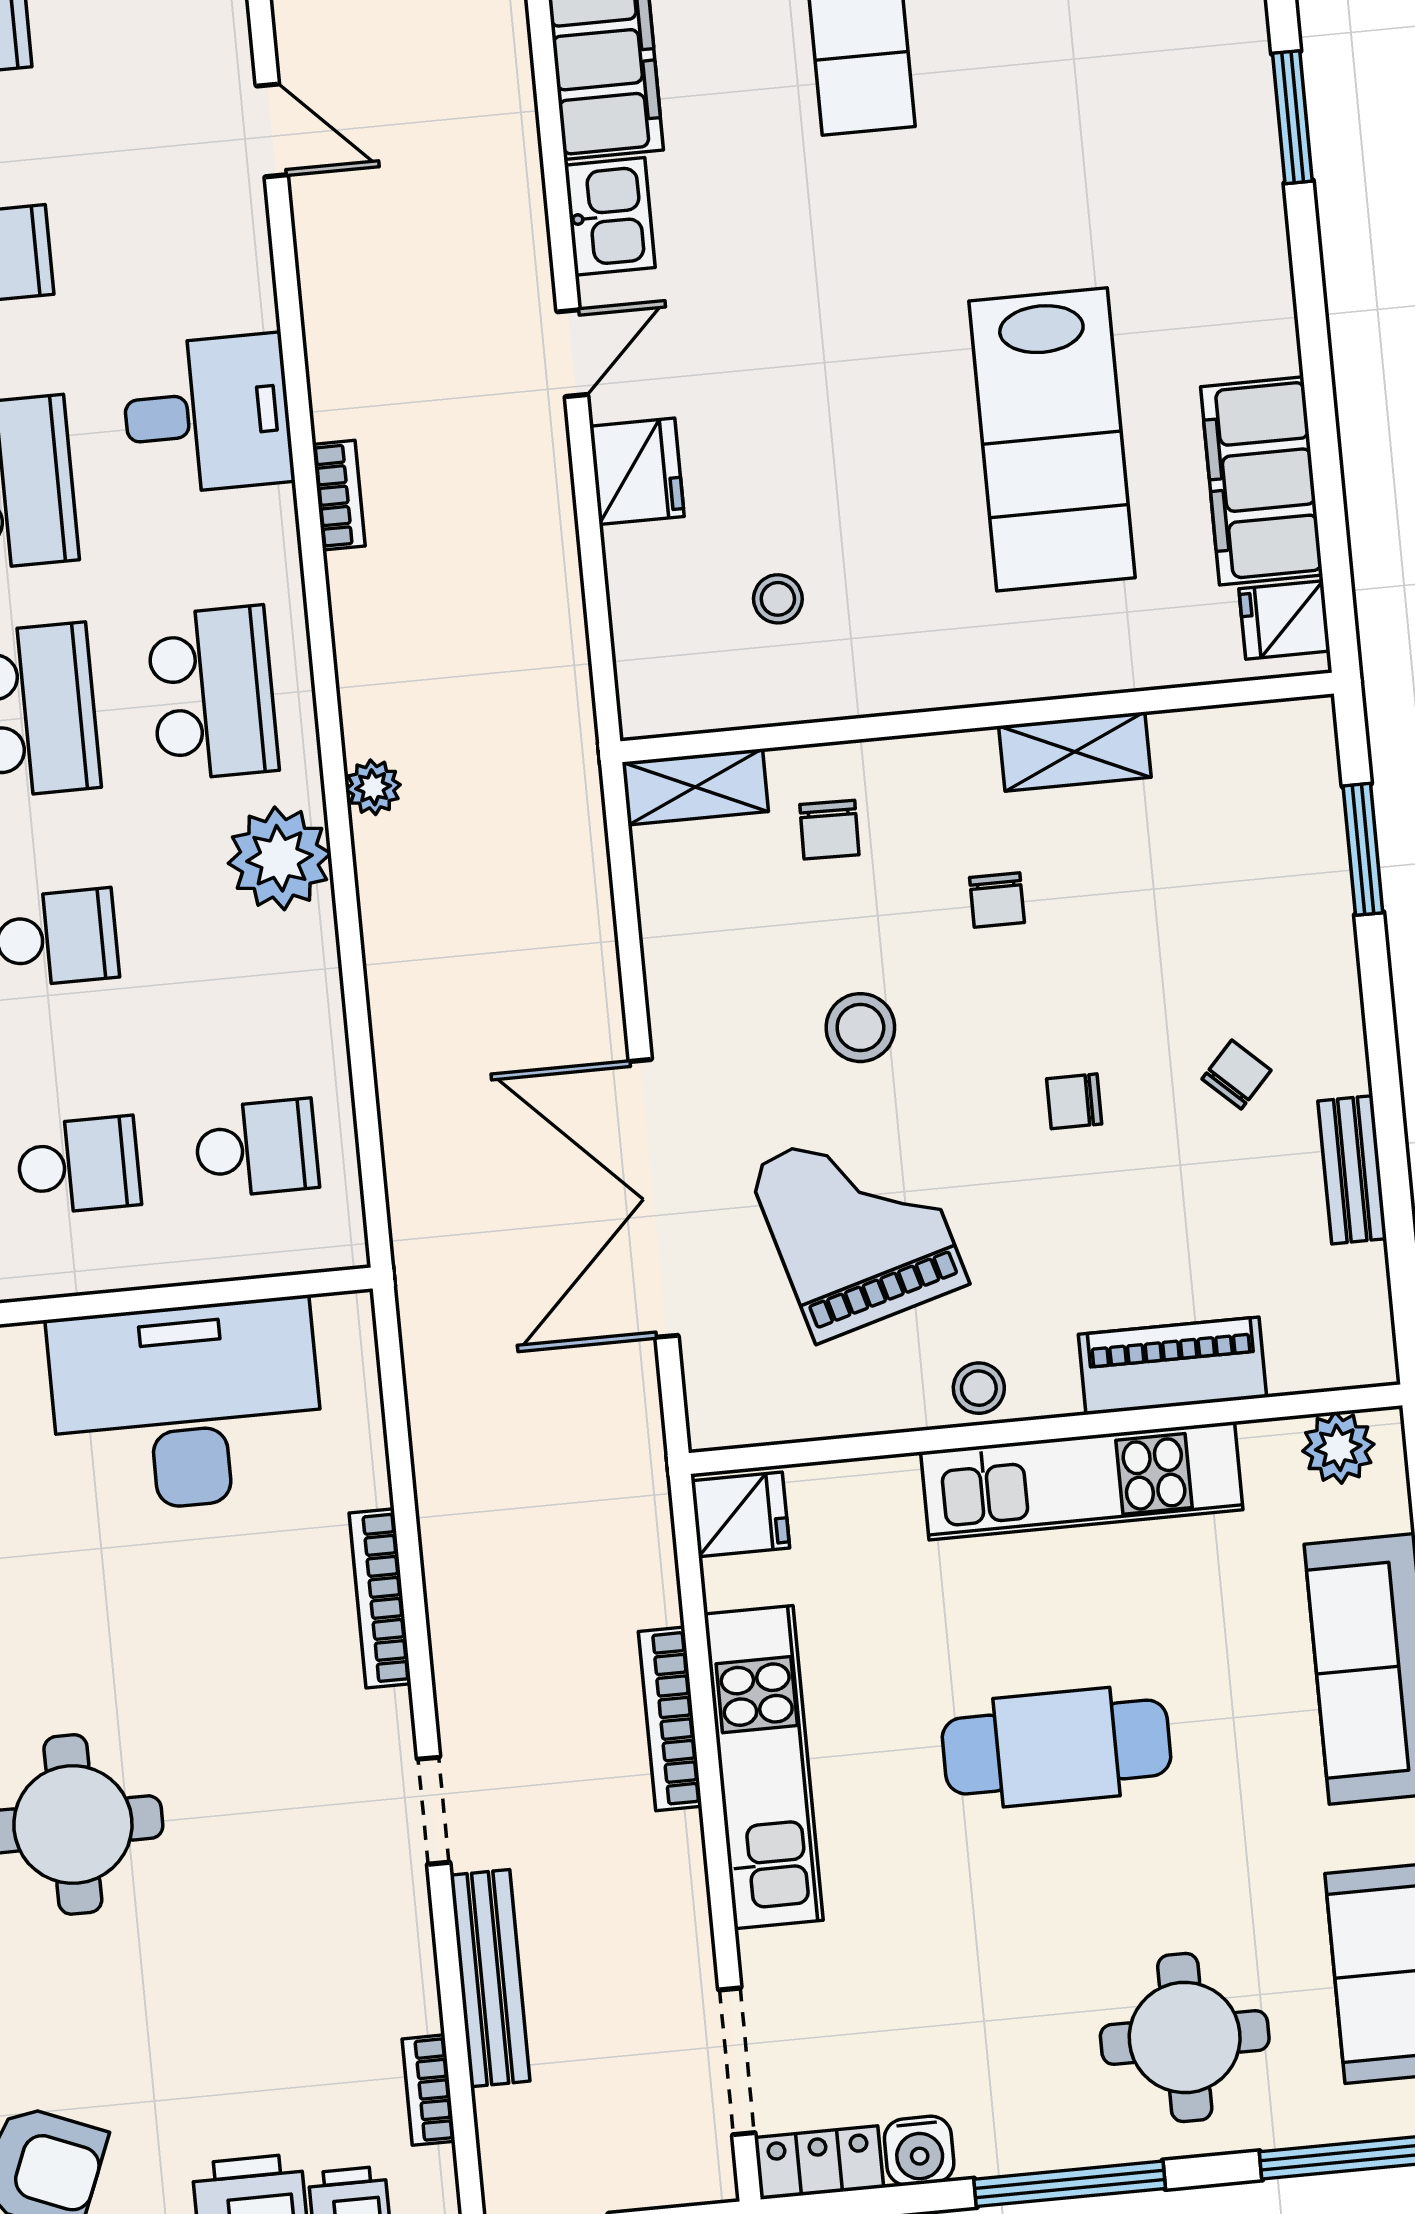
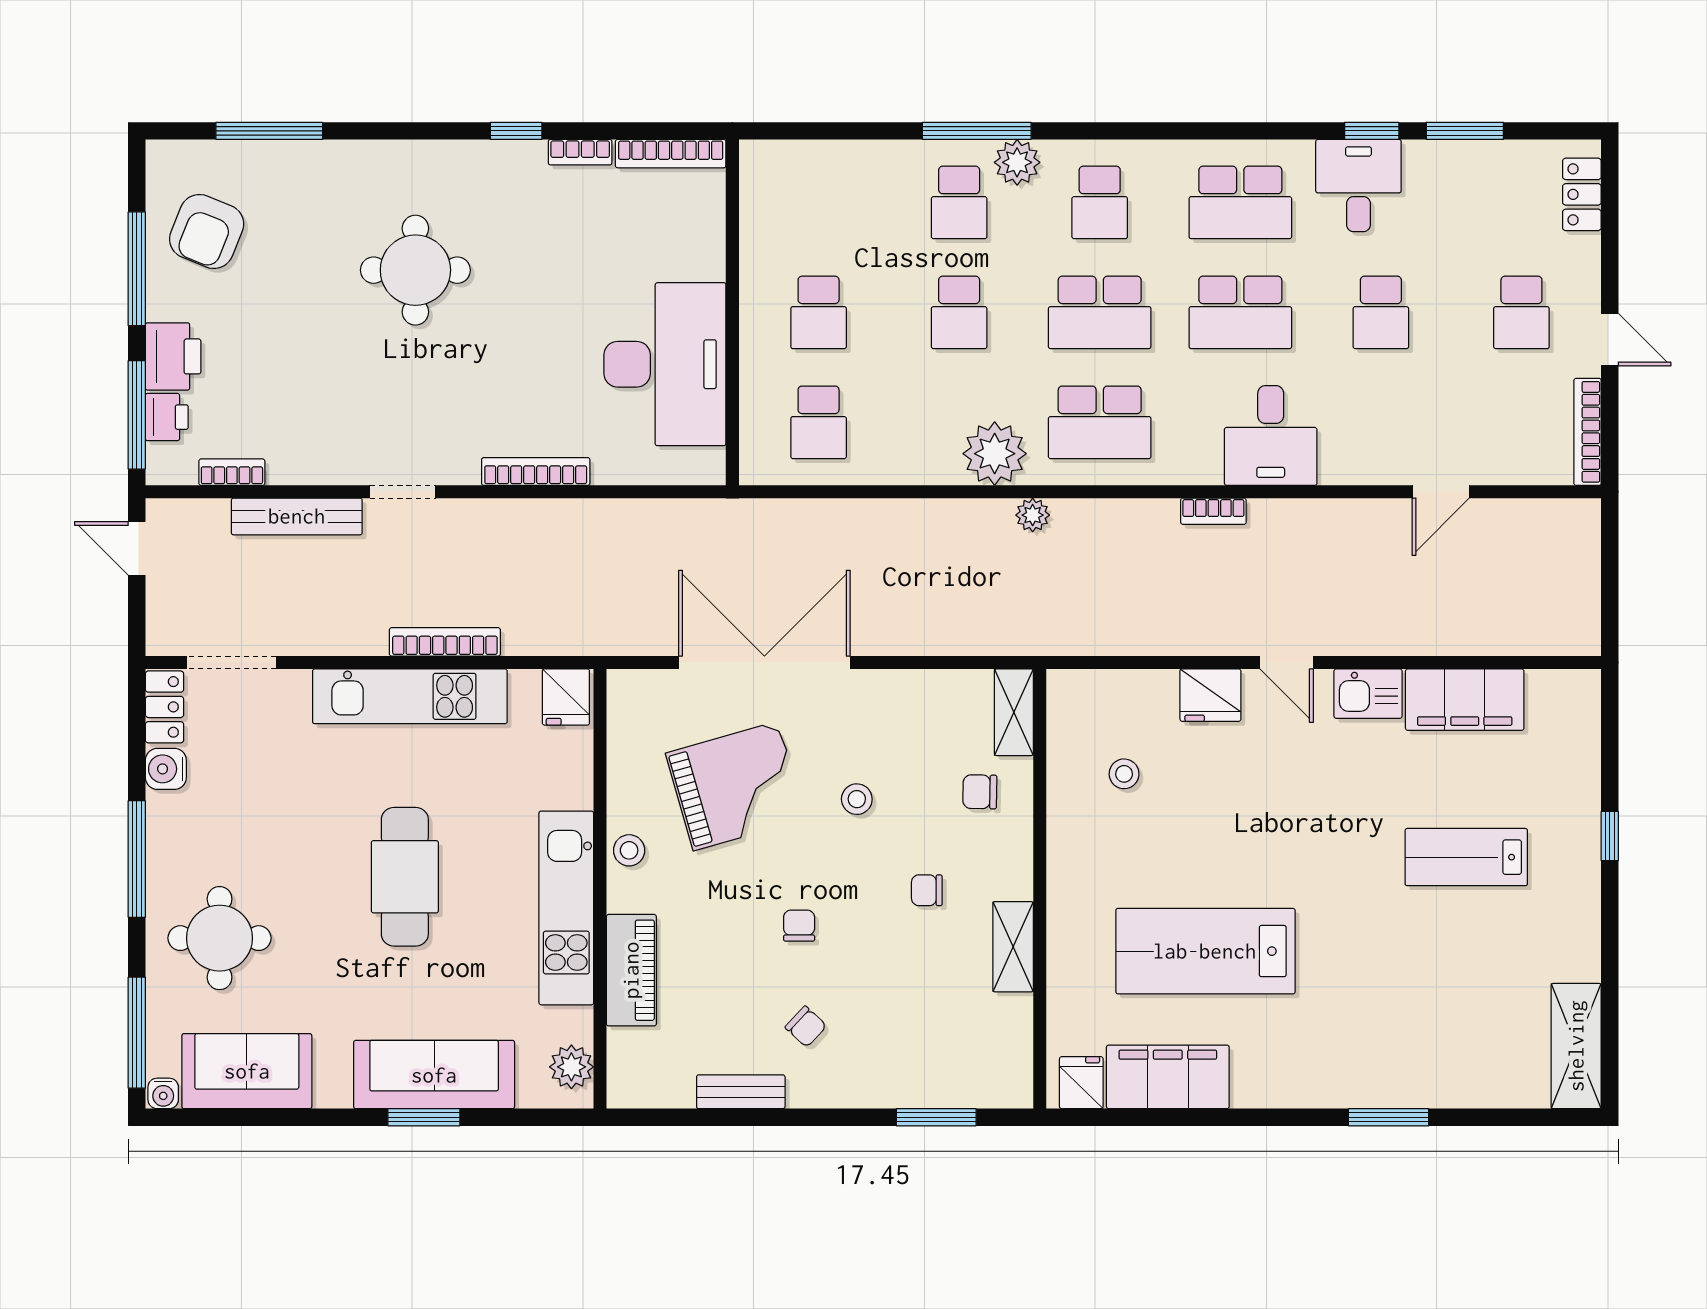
stool: (860, 1028) -> (857, 799), width x0.73, depth x0.73

